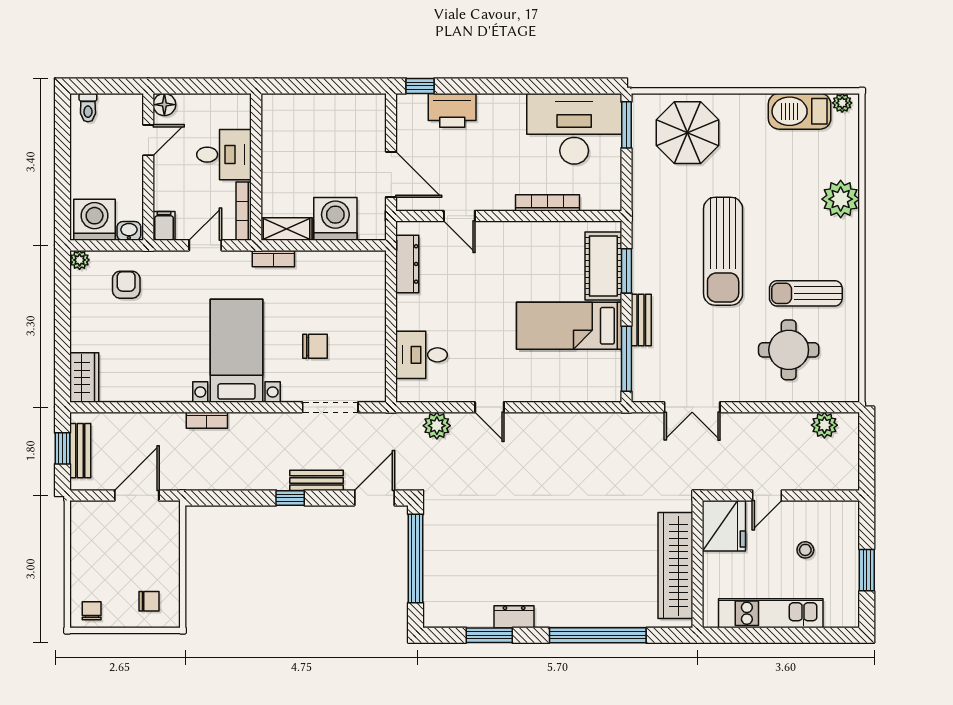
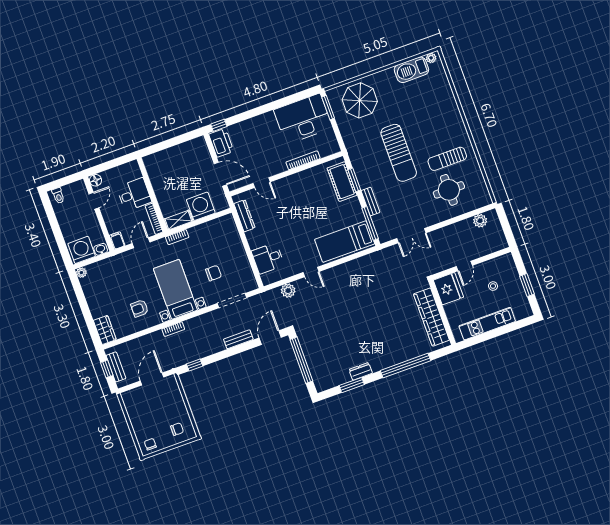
printer: (452, 110) -> (221, 143), moved, turned -90
plant: (841, 199) -> (448, 106), removed
armchair: (126, 285) -> (140, 308), moved, turned -90
bed: (569, 326) -> (345, 242), moved
window: (290, 498) -> (195, 365), moved

